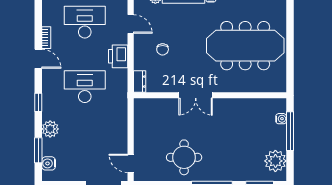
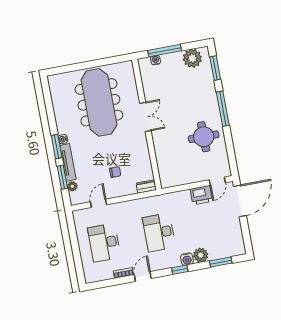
printer: (118, 56) -> (201, 195), moved
double door: (196, 95) -> (145, 117), moved
water cooler: (49, 163) -> (187, 259), moved

